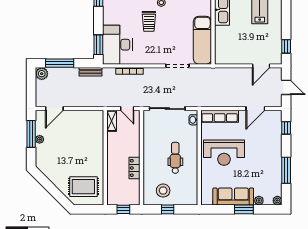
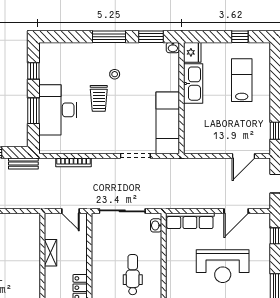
window: (98, 45) -> (33, 111), moved
desk: (117, 45) -> (58, 110), moved
shelving: (112, 121) -> (50, 253), moved
reception desk: (224, 153) -> (223, 266), moved

